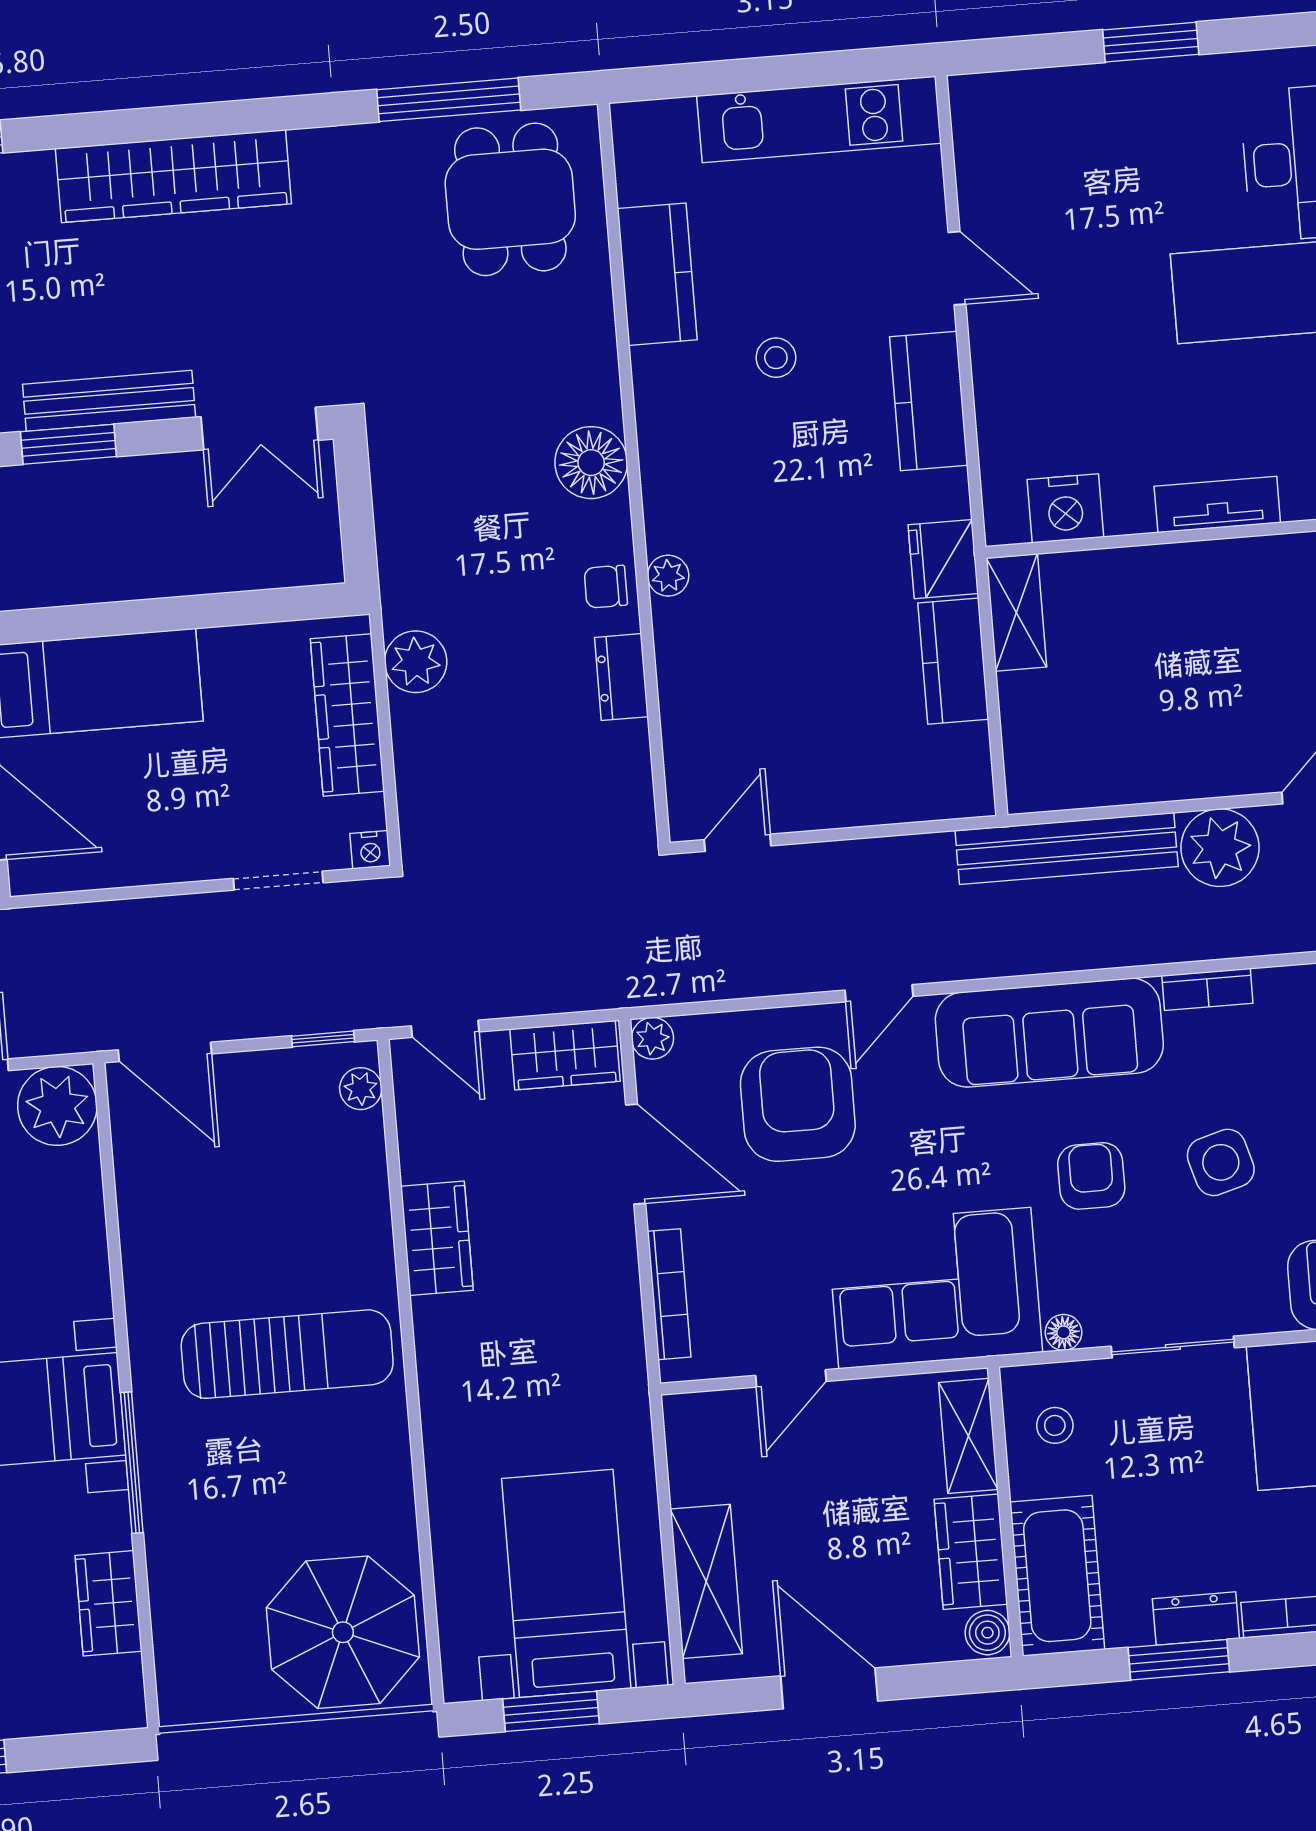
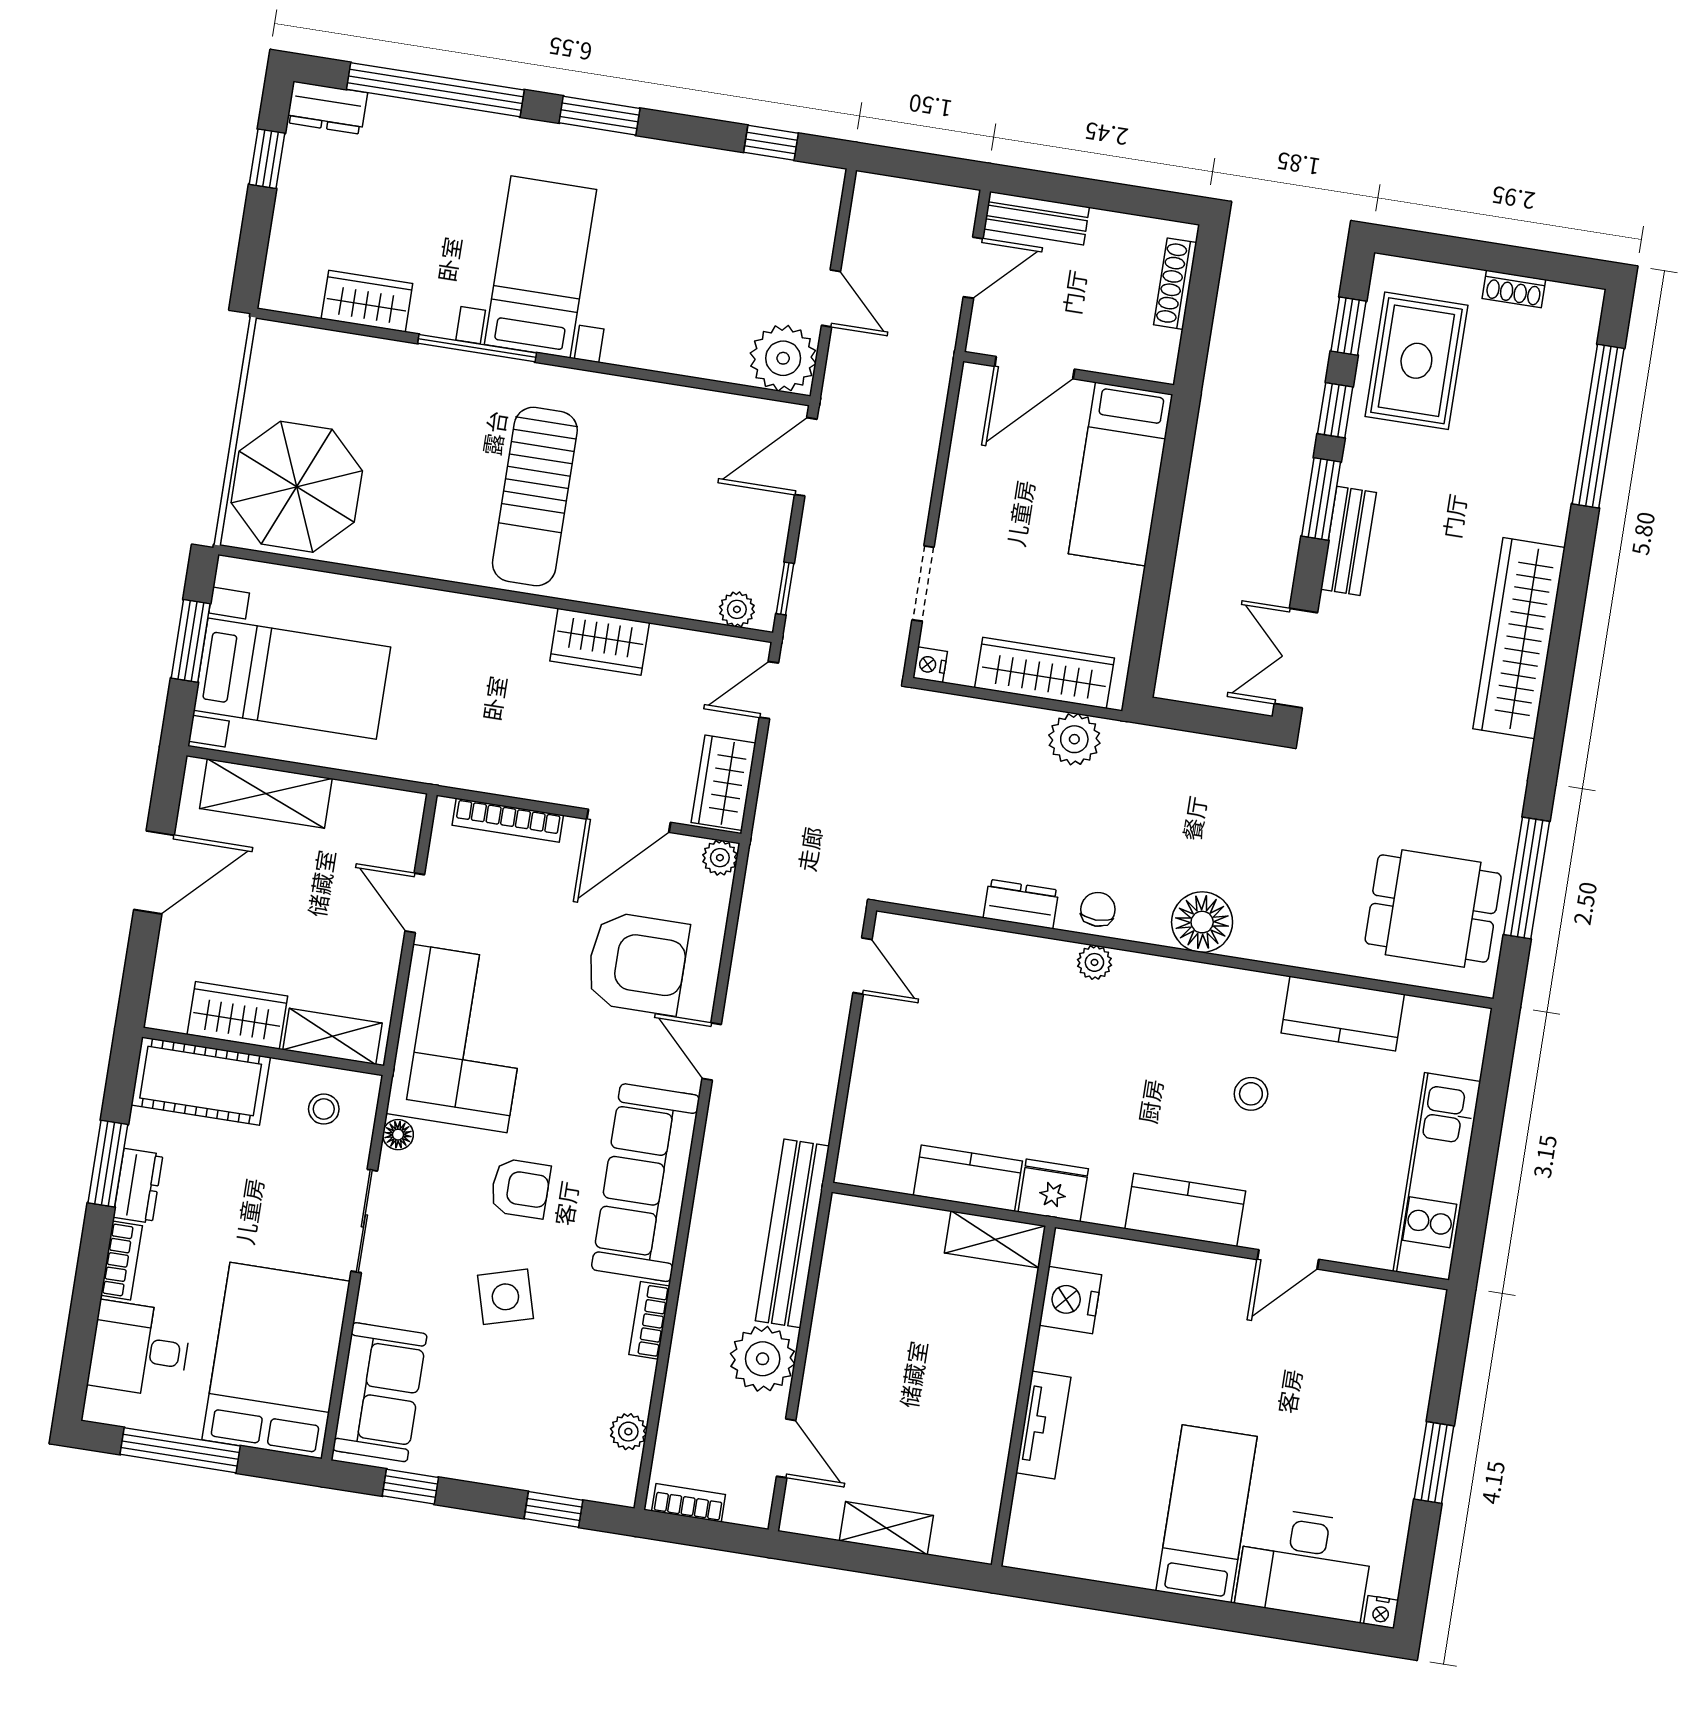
bench: (109, 401) -> (1348, 541), width x0.73
boiler: (987, 1633) -> (168, 1013), removed

